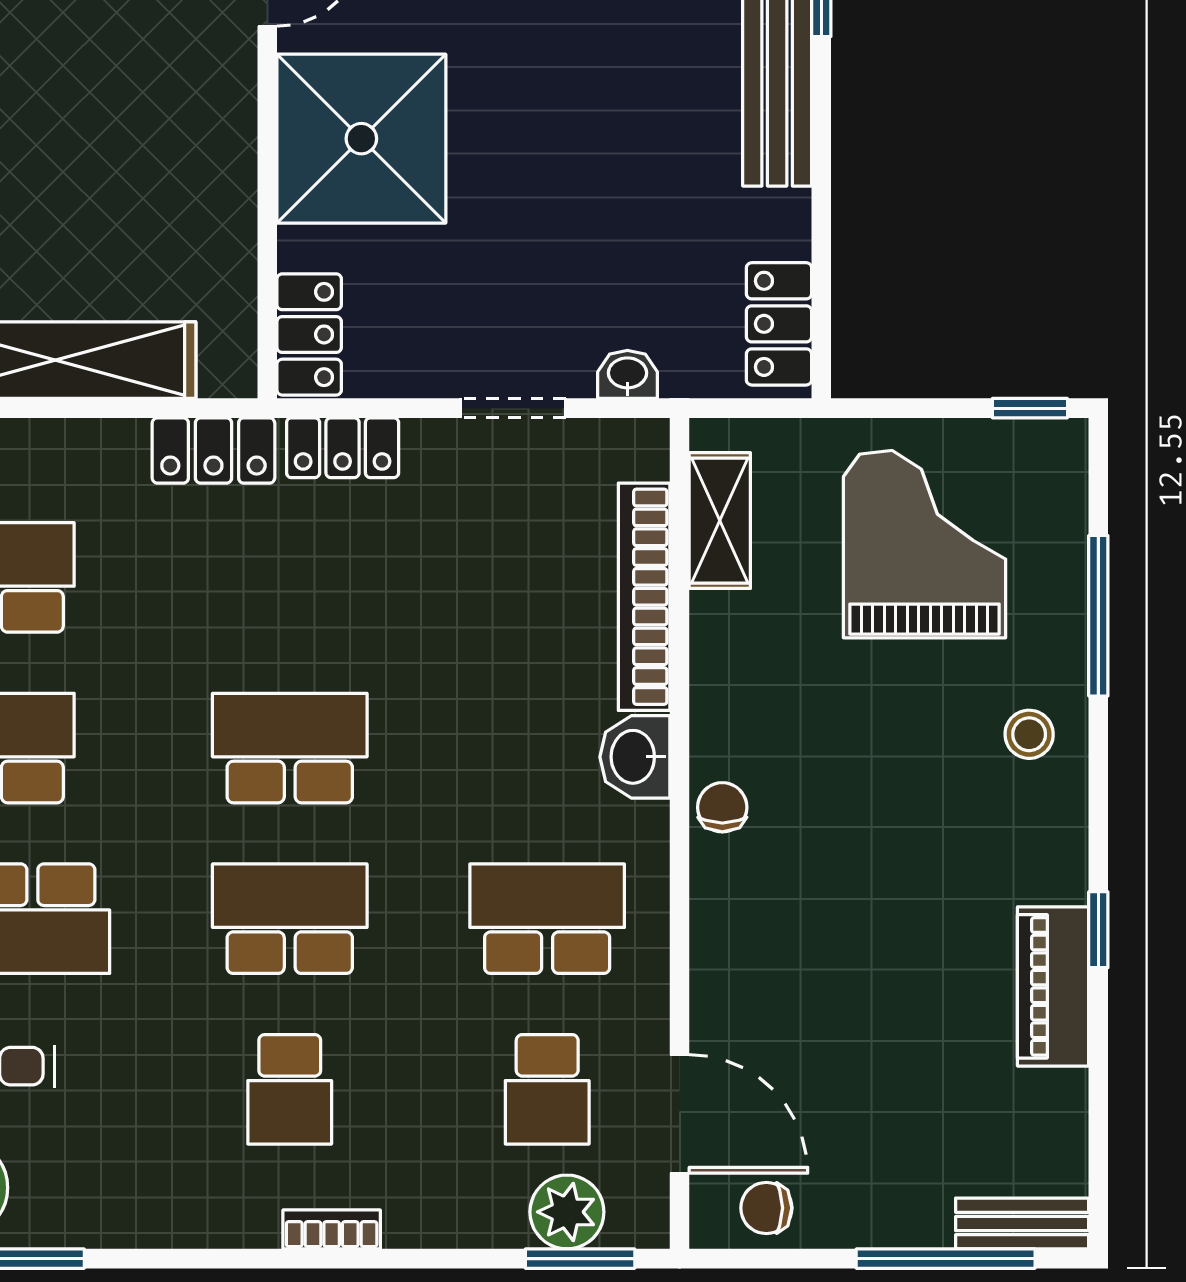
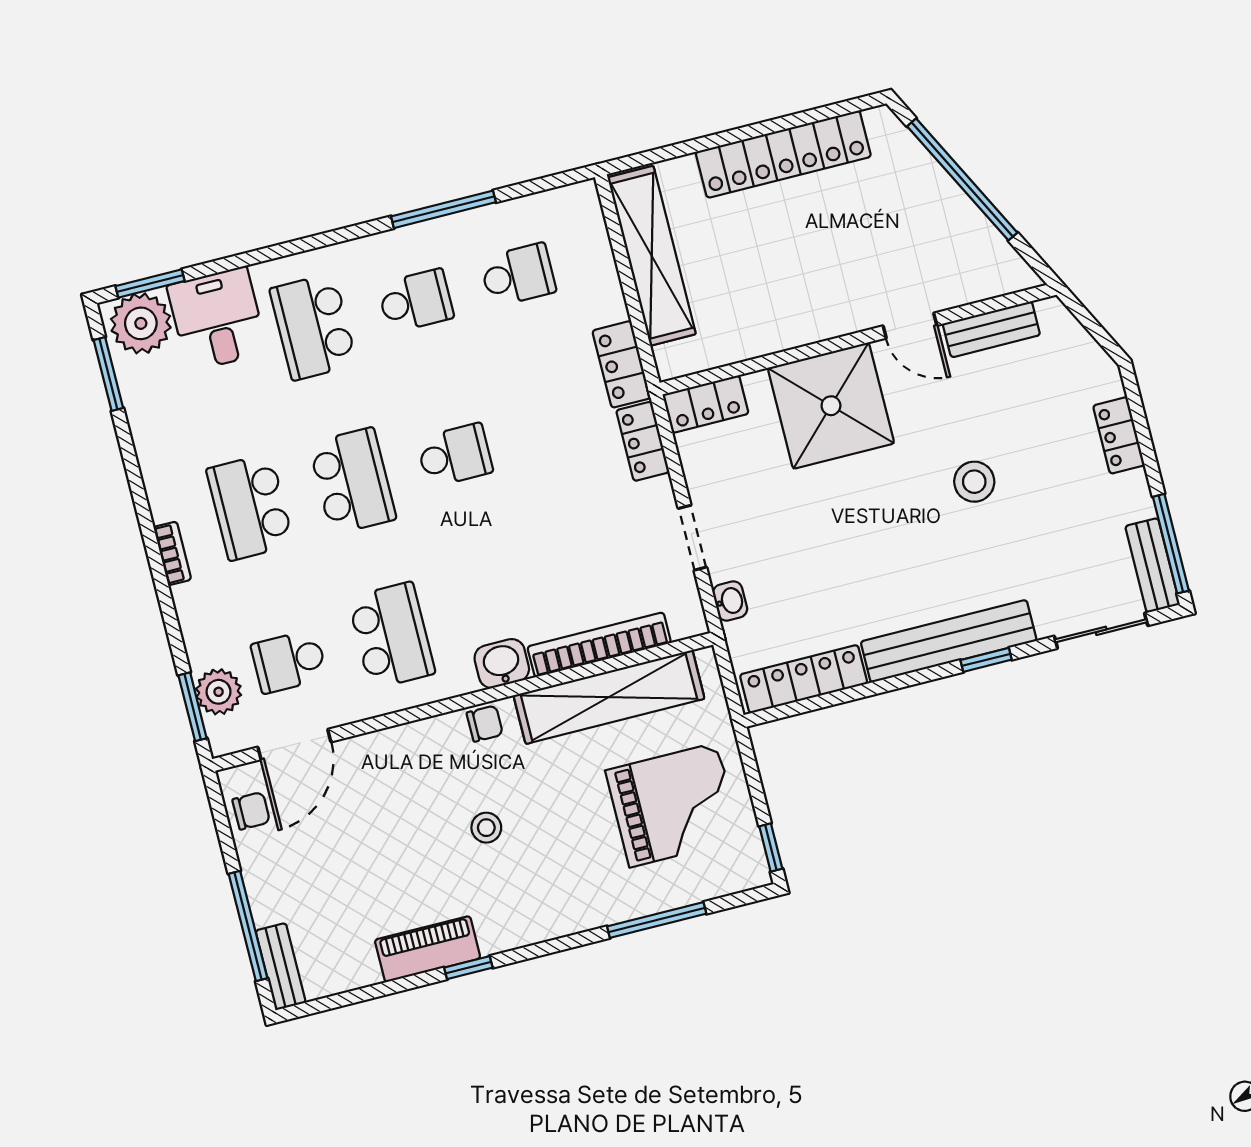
locker: (779, 324) -> (804, 679), width x1.53
shelving: (720, 521) -> (609, 697), width x2.20, depth x1.33
stool: (1029, 734) -> (486, 828), moved
school desk: (290, 748) -> (455, 455), width x0.54
school desk: (290, 1089) -> (250, 507), width x1.85
chair: (766, 1208) -> (251, 811), turned 90

